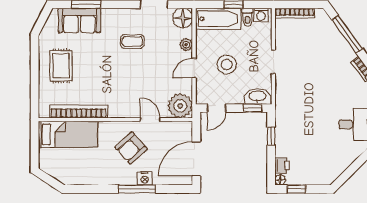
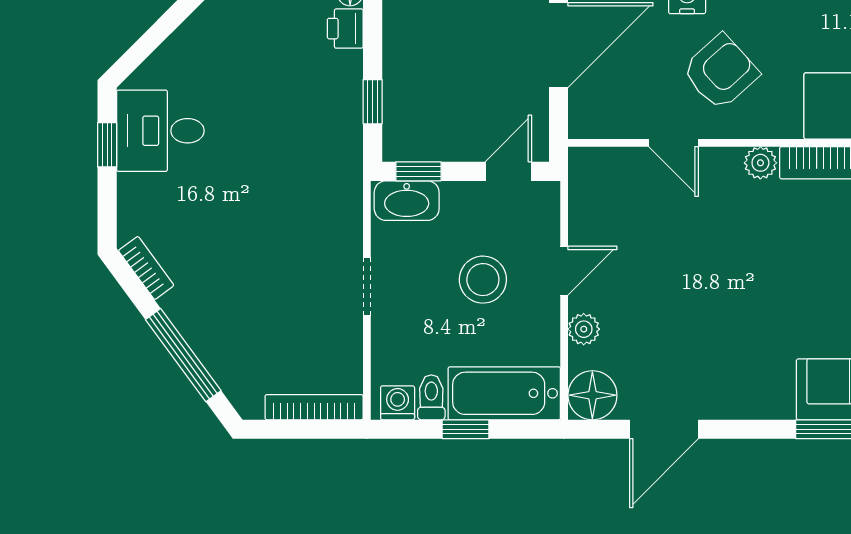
coffee table: (132, 41) -> (718, 337), removed
plant: (180, 106) -> (760, 163), moved, width x0.53, depth x0.53

